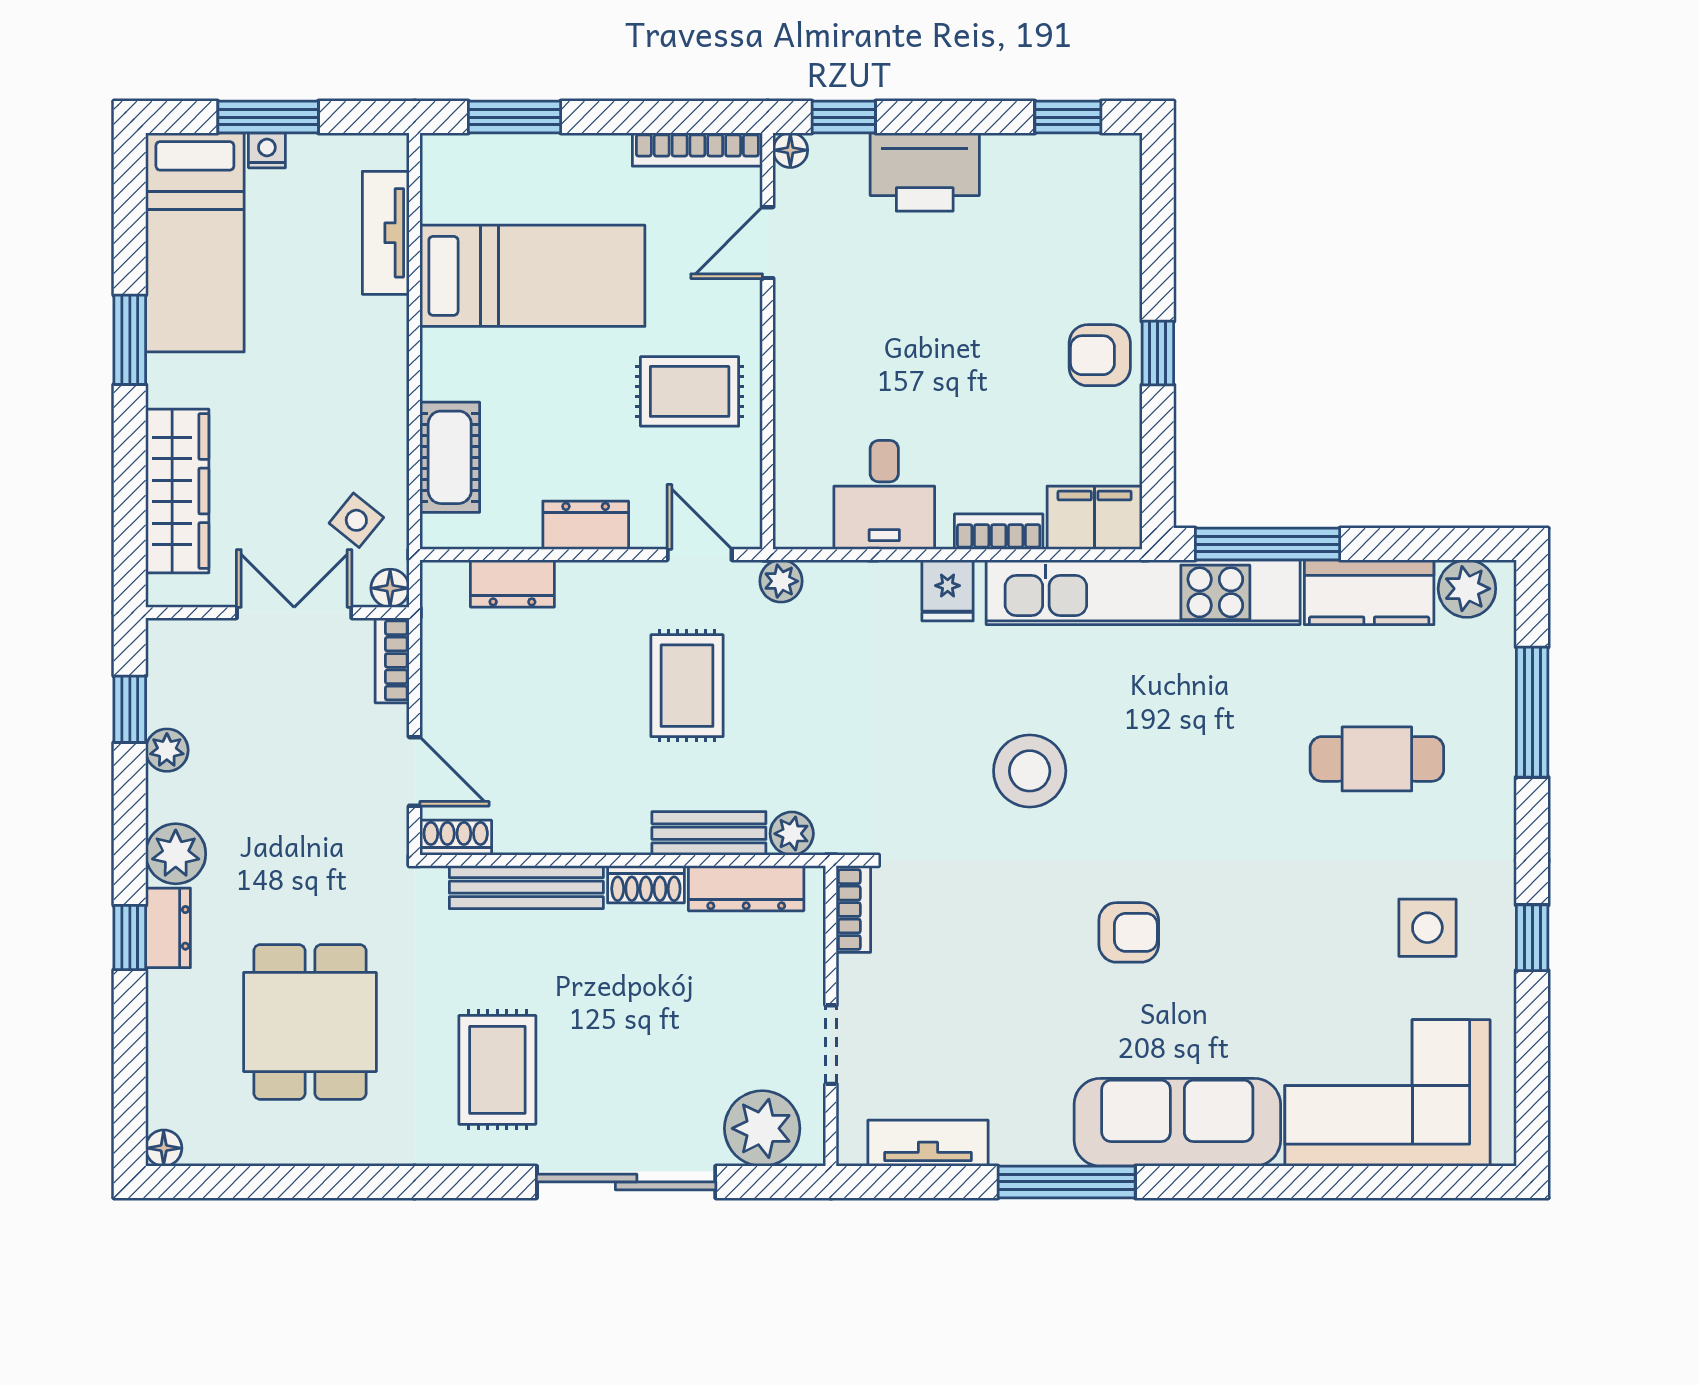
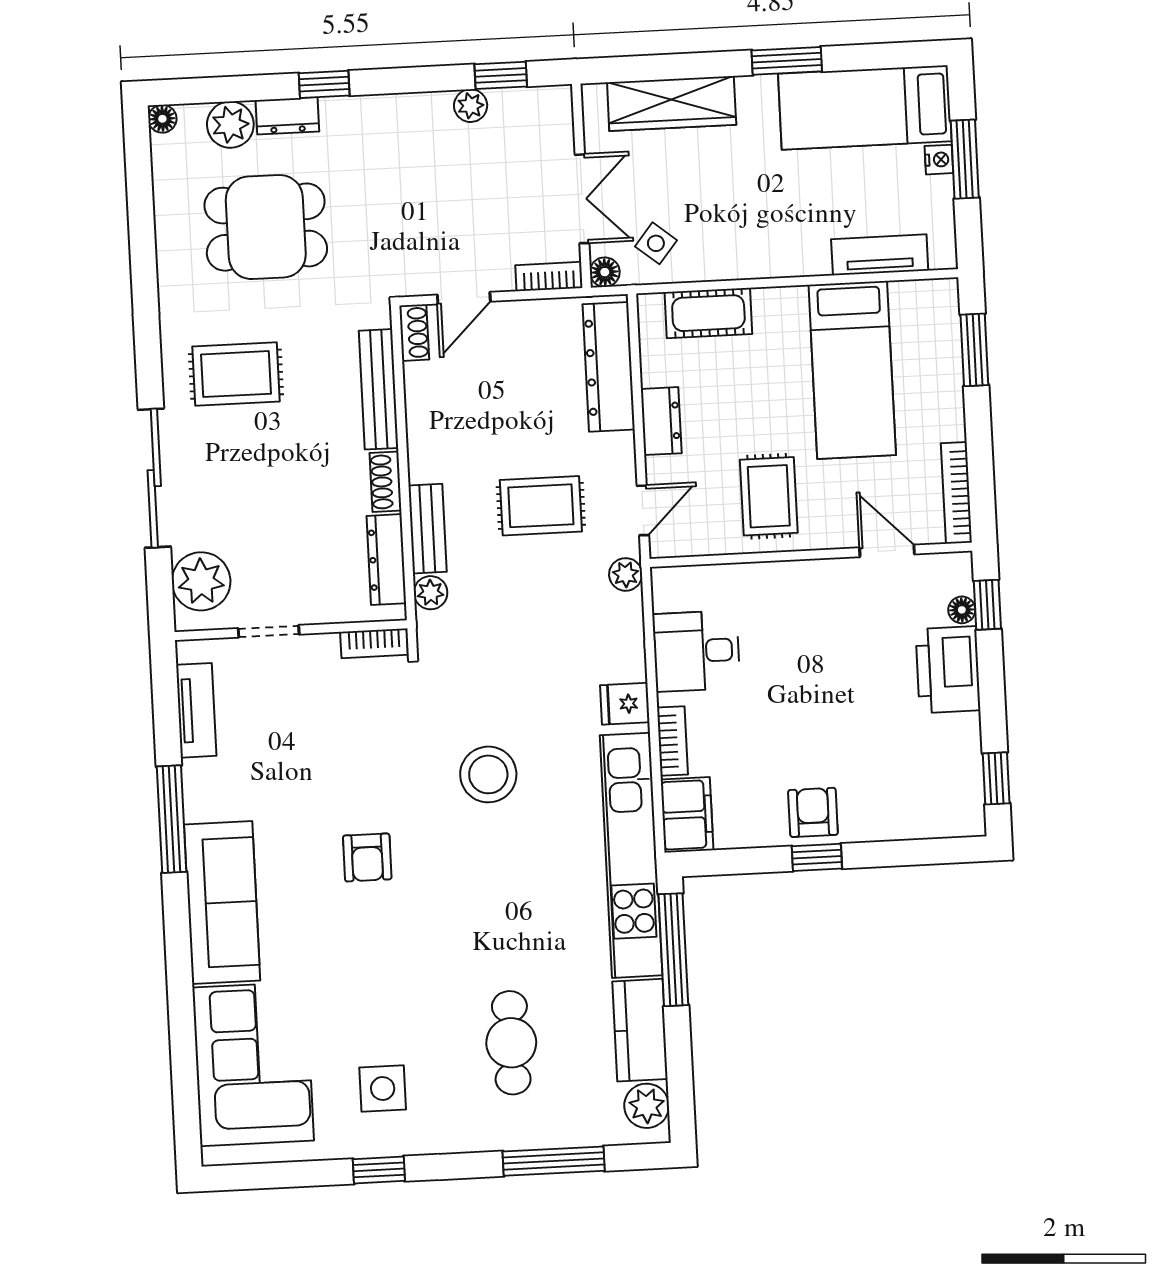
floor lamp: (790, 150) -> (962, 610), moved
dresser: (512, 583) -> (609, 367), width x1.96, depth x1.24
plant: (176, 854) -> (230, 125), moved
dresser: (168, 928) -> (287, 116), moved

